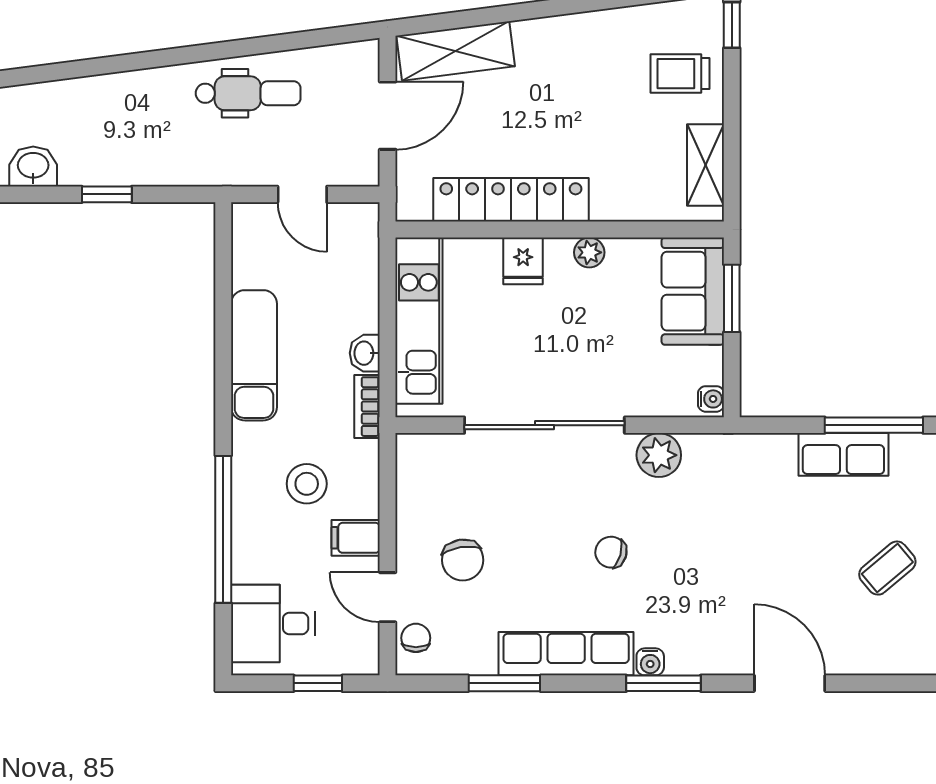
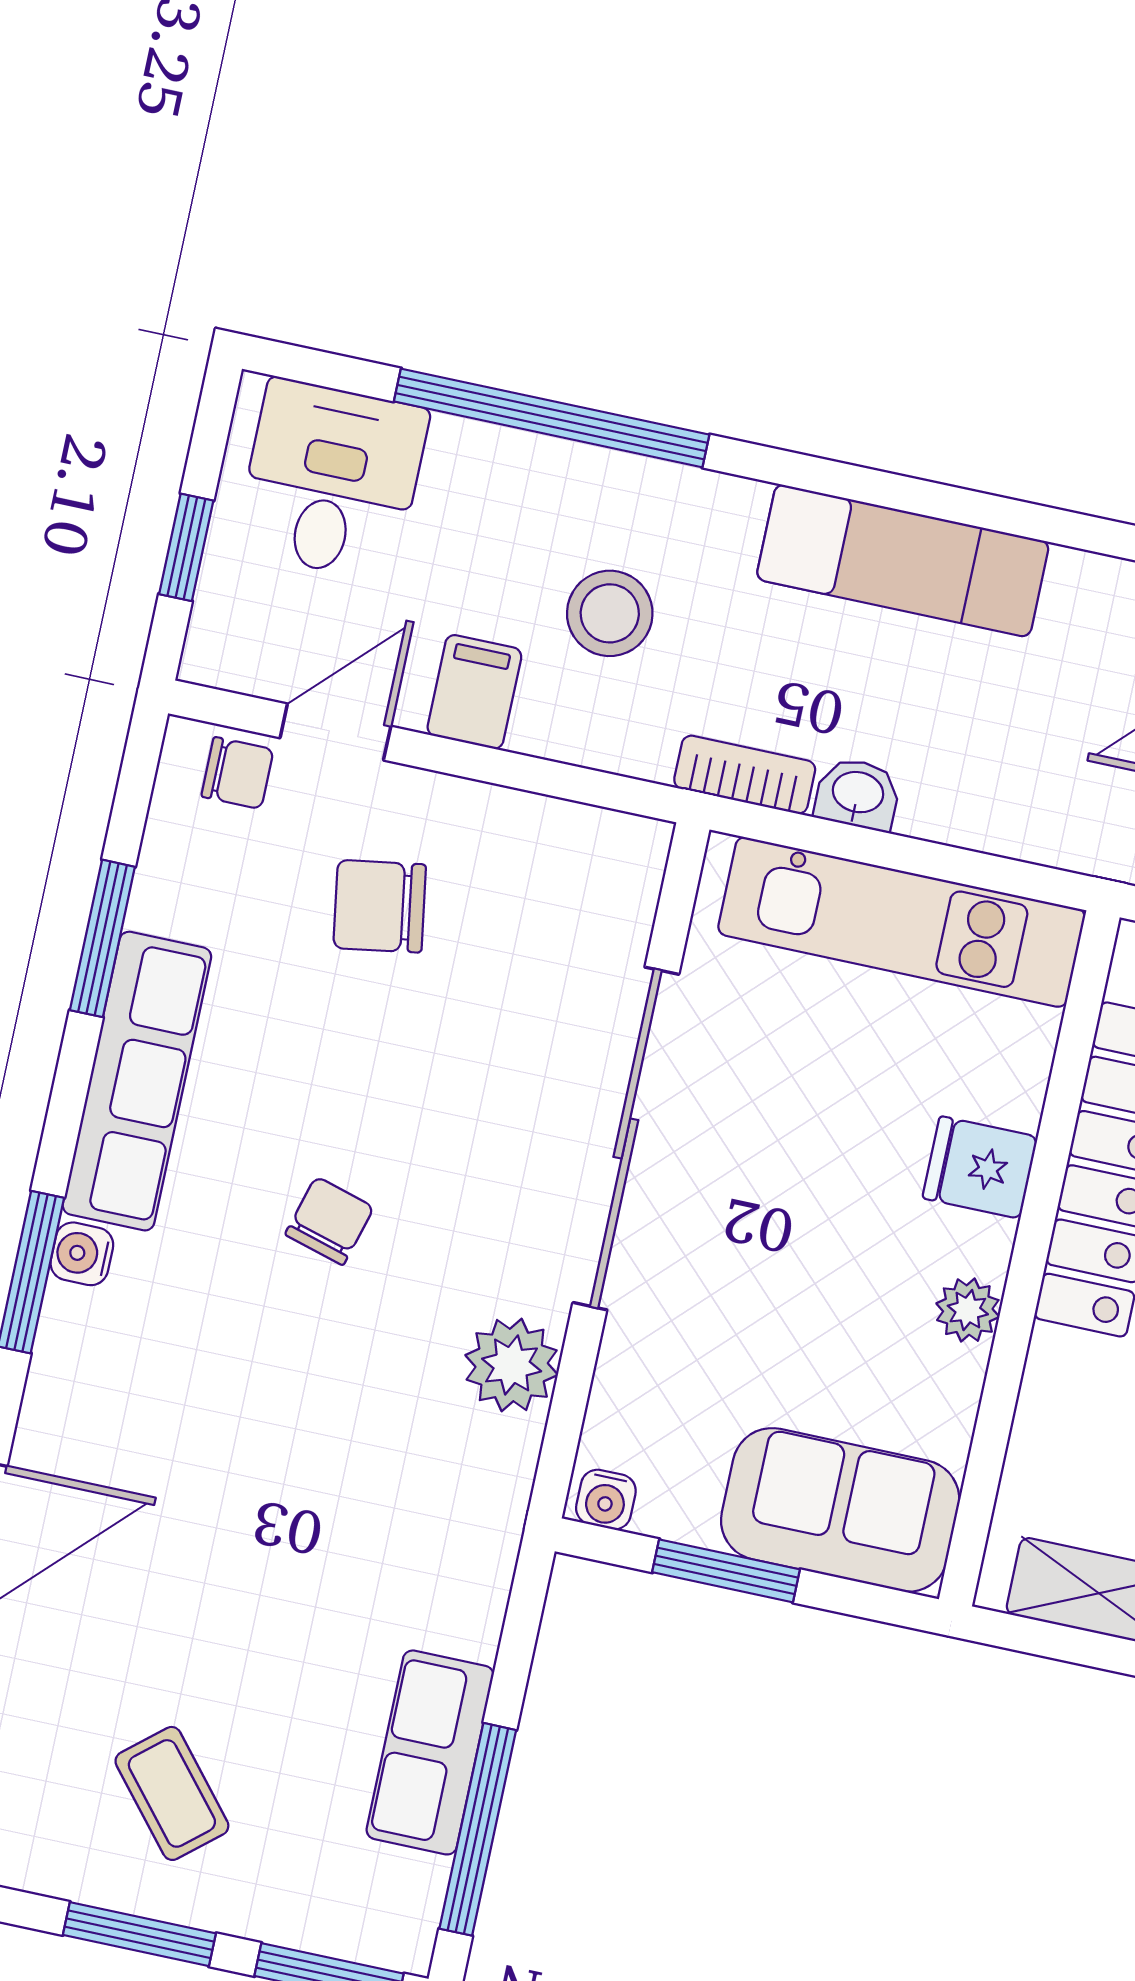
window: (732, 298) -> (726, 1571), moved

